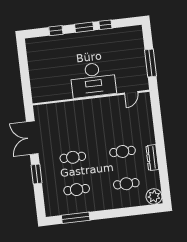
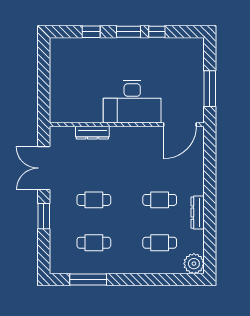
door: (131, 93) -> (180, 125), width x1.87
dresser: (66, 107) -> (92, 133), added

